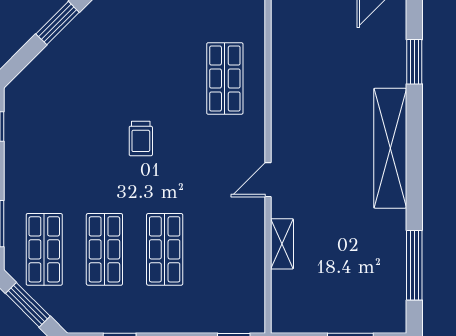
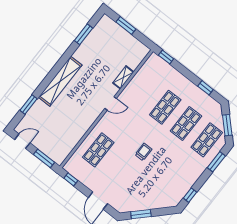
window: (414, 265) -> (83, 34), width x0.69

